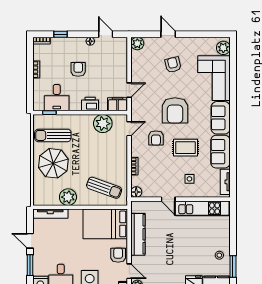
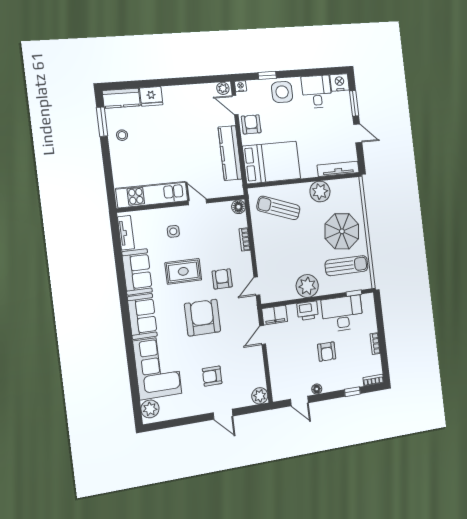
armchair: (173, 65) -> (212, 376), turned 104
desk: (57, 98) -> (342, 314), width x1.37
plant: (103, 124) -> (307, 286), moved
armchair: (118, 255) -> (251, 124), turned 180

